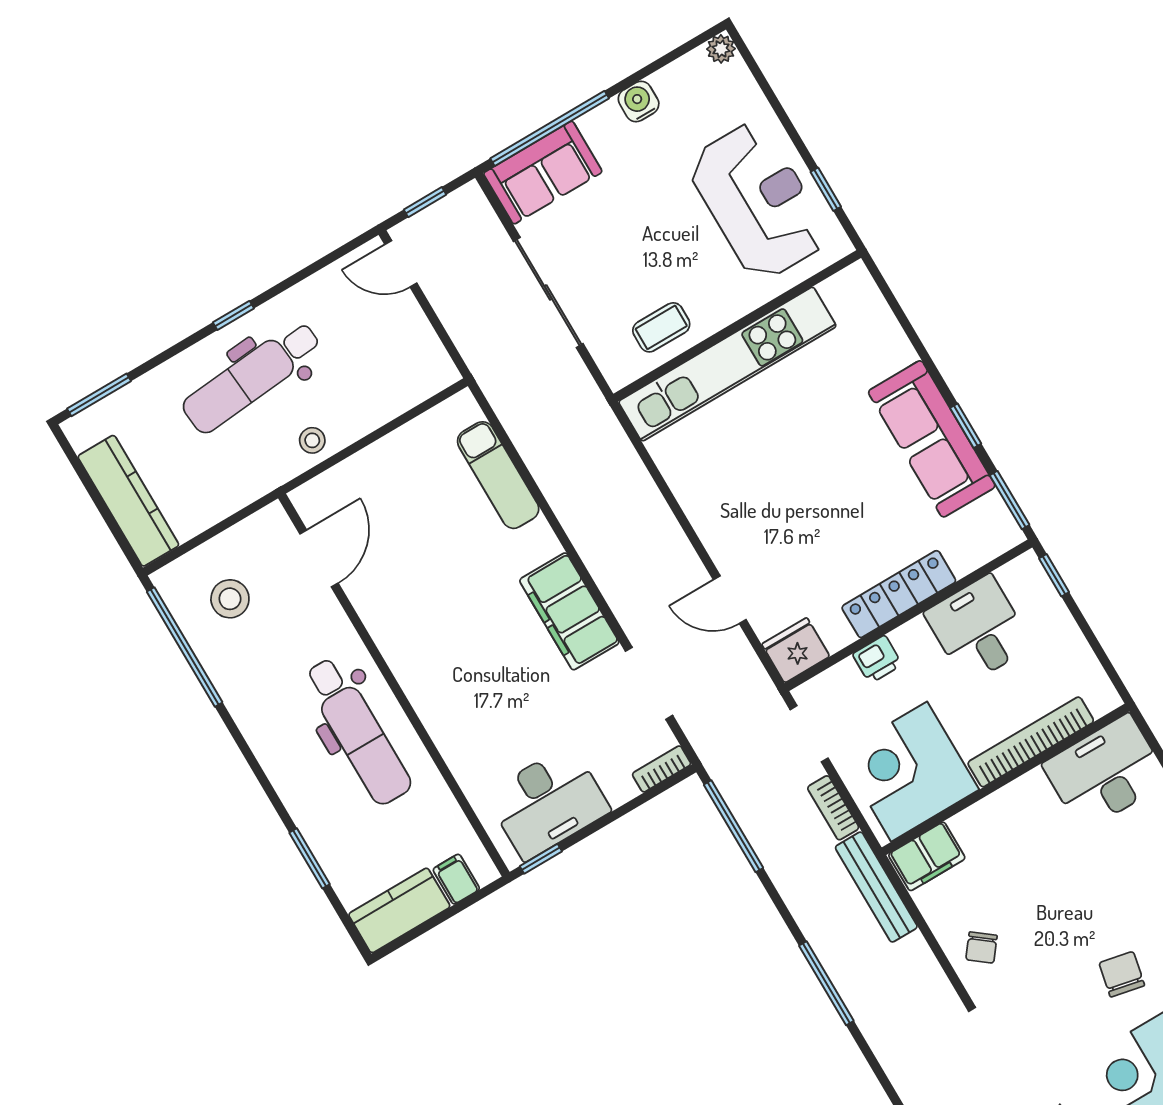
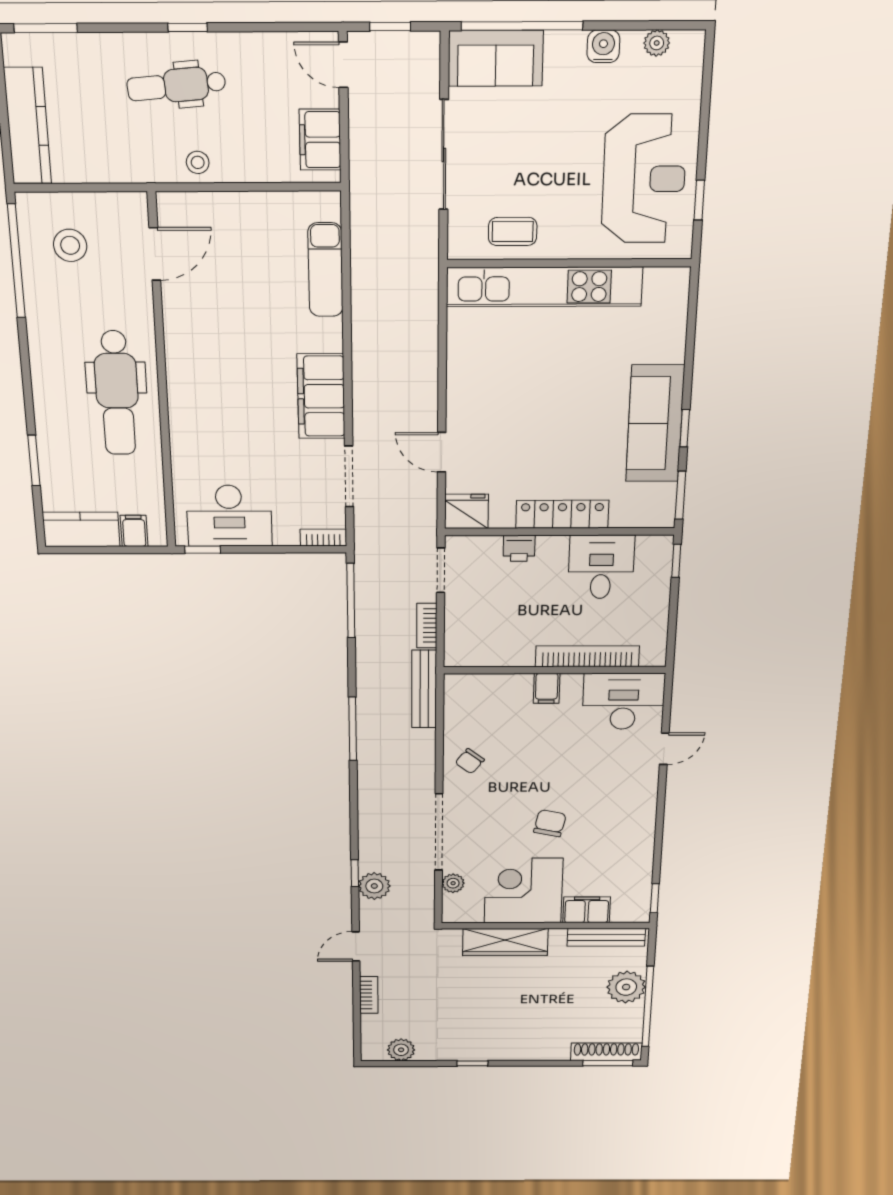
plant: (721, 49) -> (657, 43), moved
filing cabinet: (419, 348) -> (320, 140), added
dental chair: (252, 377) -> (176, 85), width x0.73, depth x0.72
corner desk: (909, 772) -> (493, 631), removed
filing cabinet: (927, 856) -> (547, 688), moved, width x0.50

